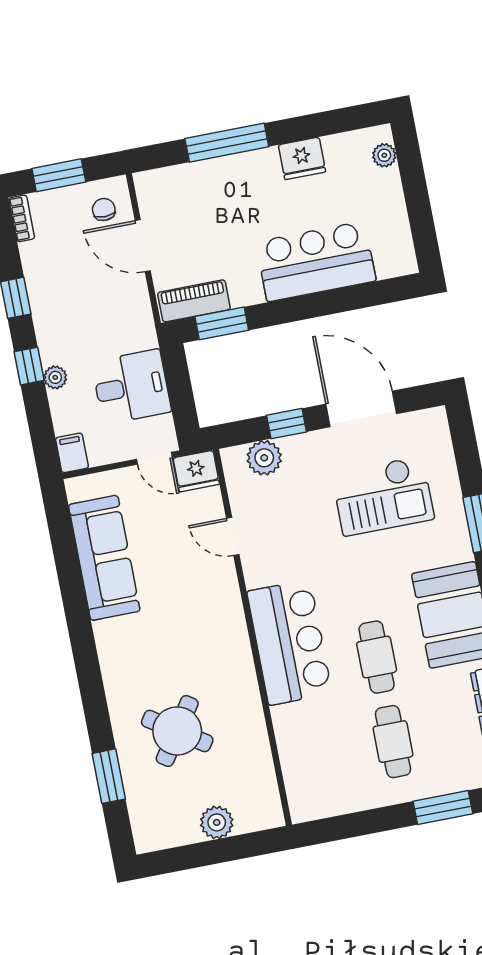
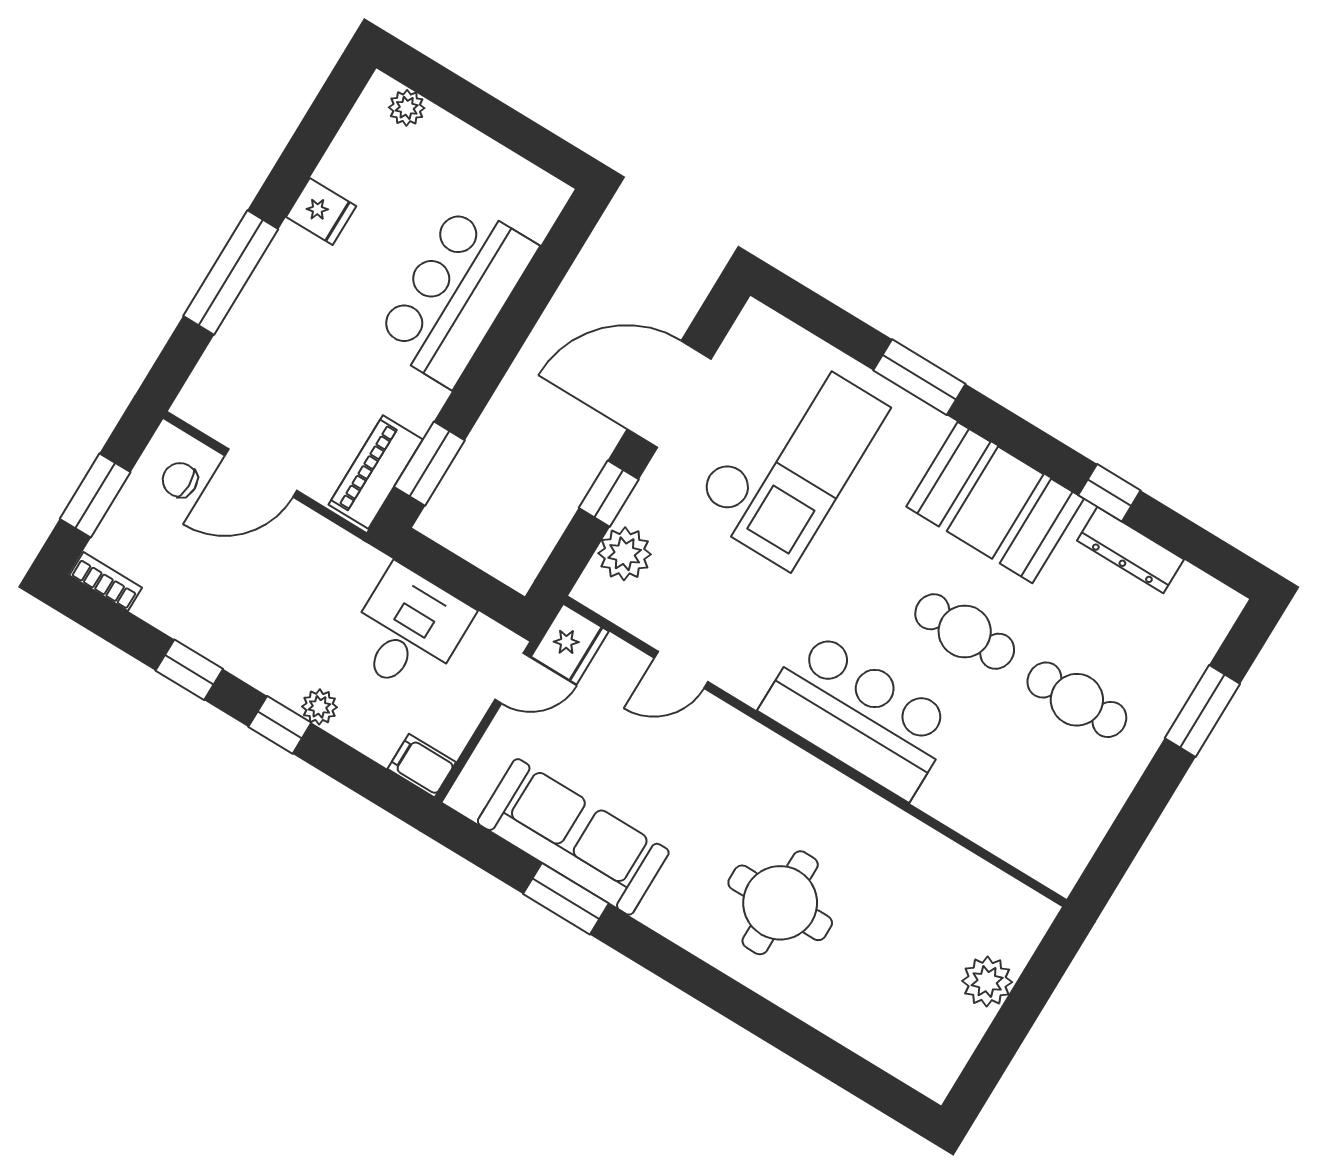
fridge: (302, 158) -> (321, 211), width x0.72
checkout: (383, 496) -> (789, 459), width x1.36, depth x1.21
round table: (177, 731) -> (780, 903), moved, turned -34
window: (109, 776) -> (566, 899), moved

